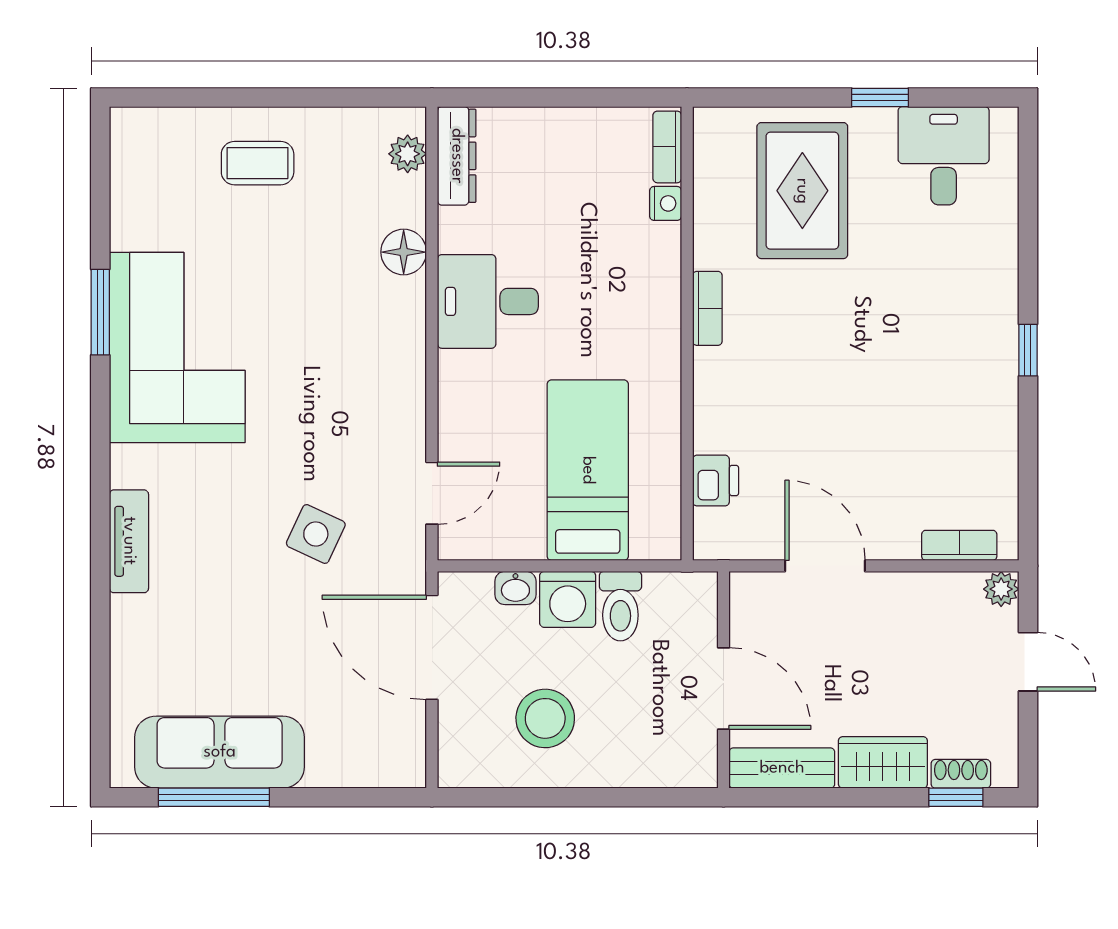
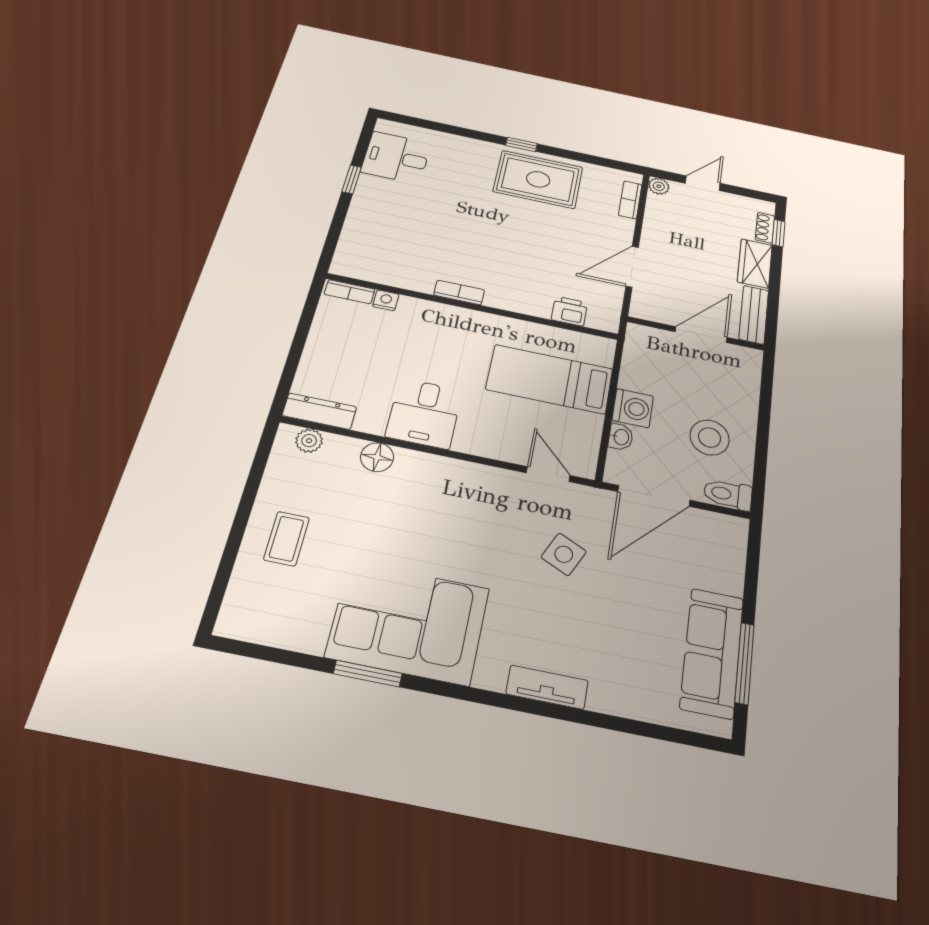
rug: (802, 191) -> (538, 179), moved
toilet: (620, 606) -> (728, 494), moved, turned 180

